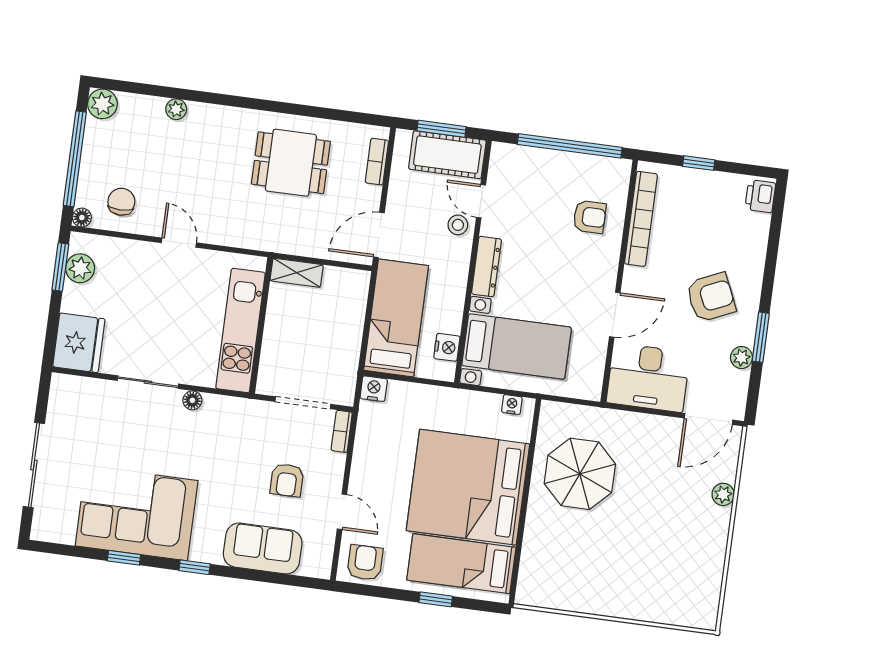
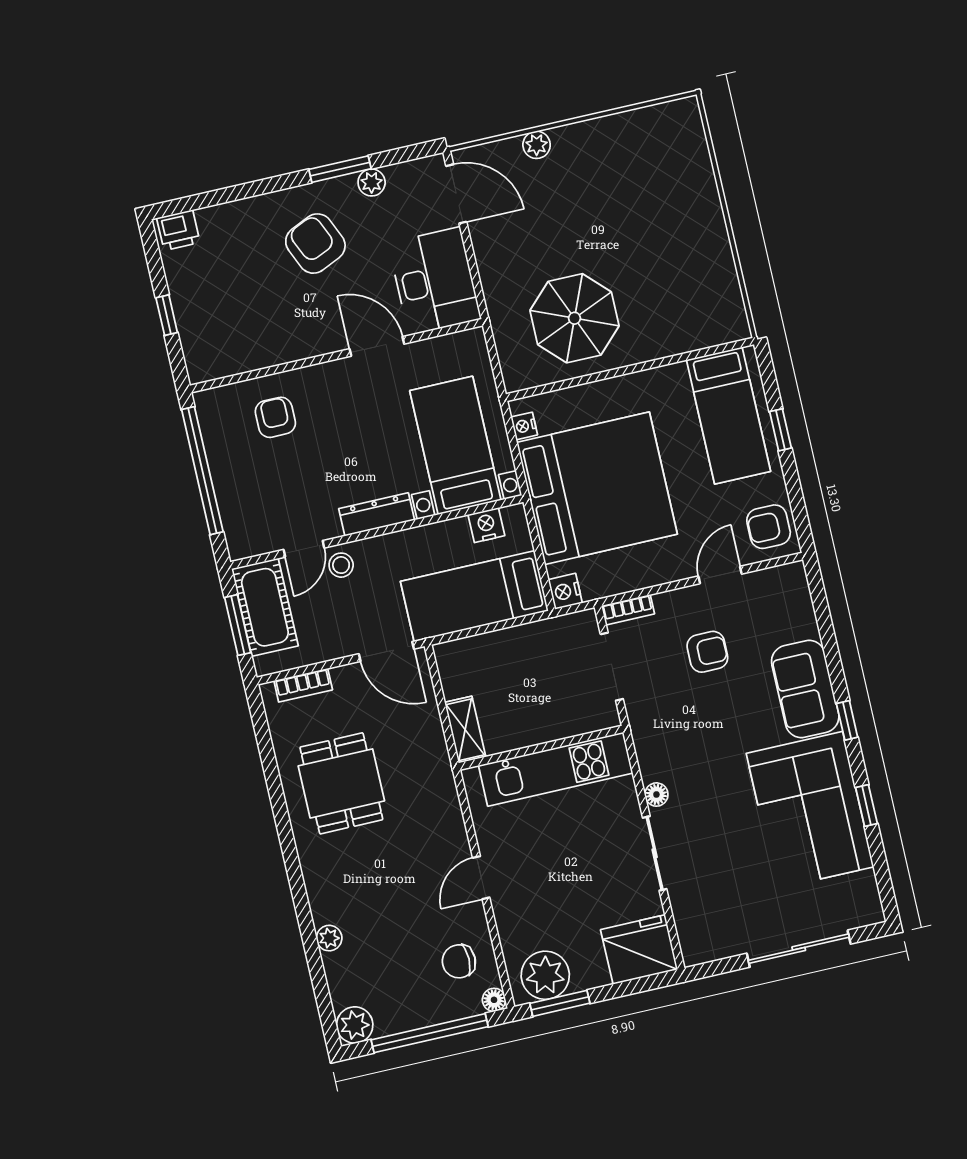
bookcase: (641, 219) -> (256, 357), removed
plant: (80, 268) -> (545, 975), width x1.36, depth x1.36
bed: (468, 487) -> (597, 488), moved, turned -90
sofa: (263, 549) -> (805, 689), moved

